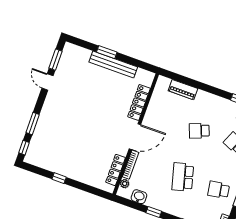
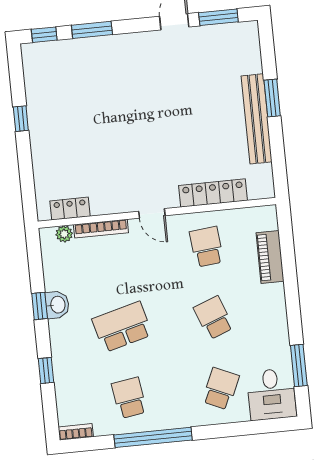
school desk: (163, 118) -> (207, 247), added
door: (135, 137) -> (152, 213), width x0.53
locker: (116, 170) -> (70, 209), width x0.66
washbasin: (139, 197) -> (57, 305), moved

